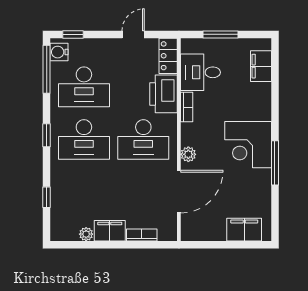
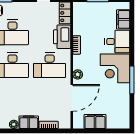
desk: (201, 72) -> (117, 42), moved, turned 180
filing cabinet: (244, 230) -> (95, 121), moved

